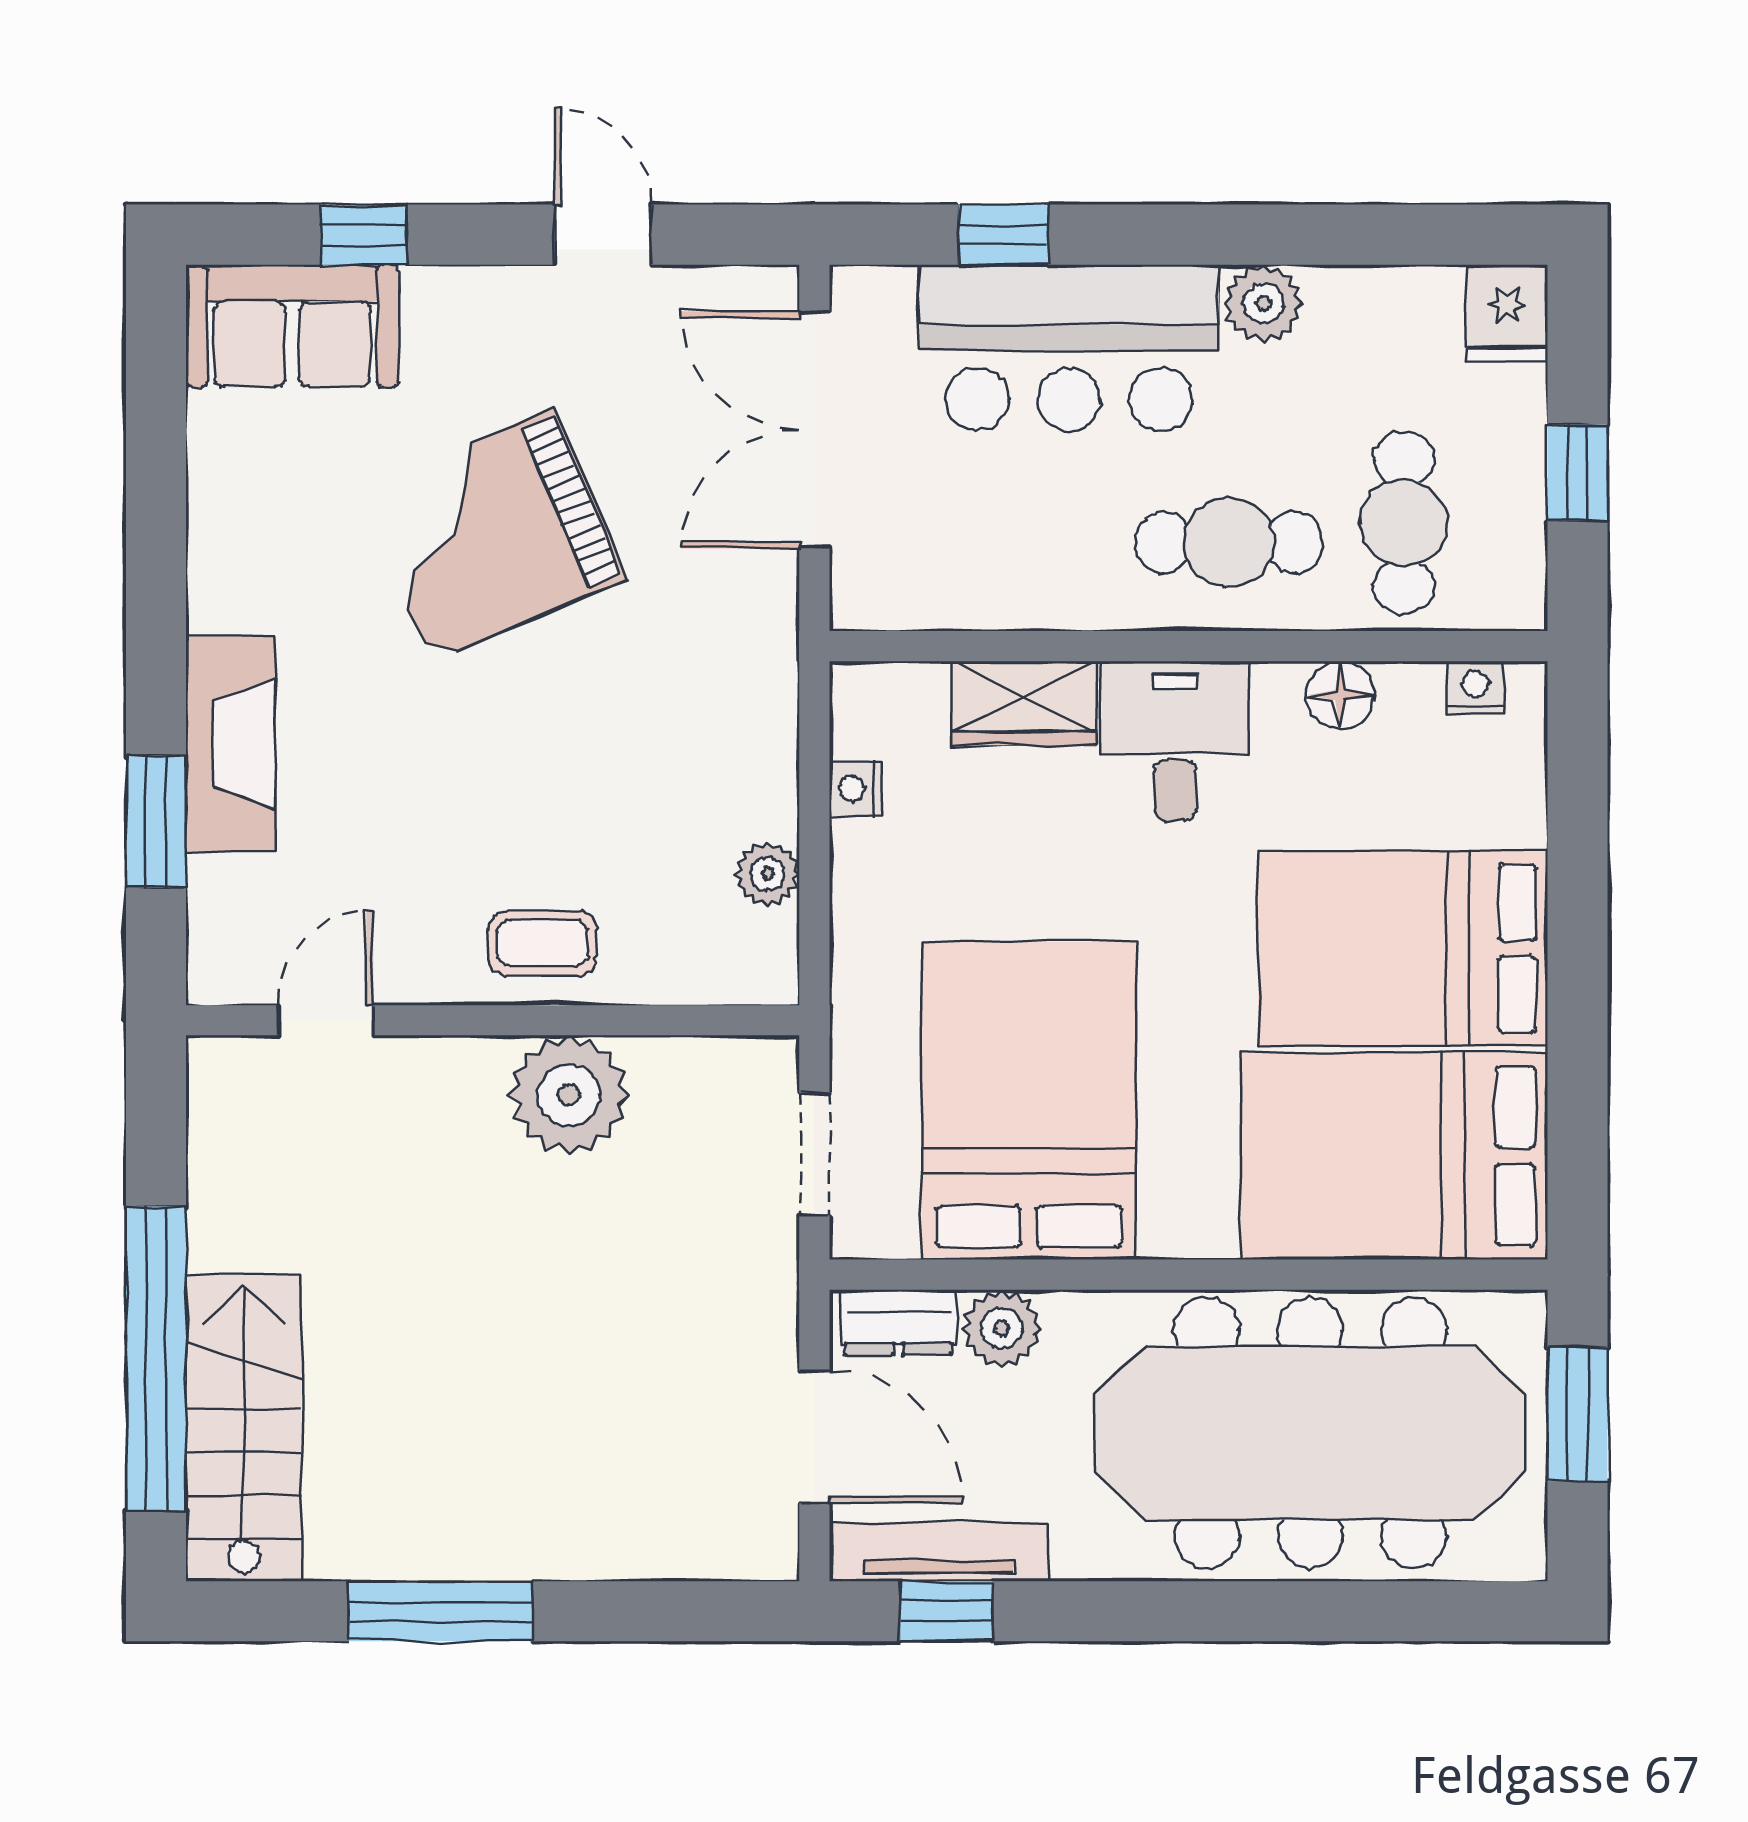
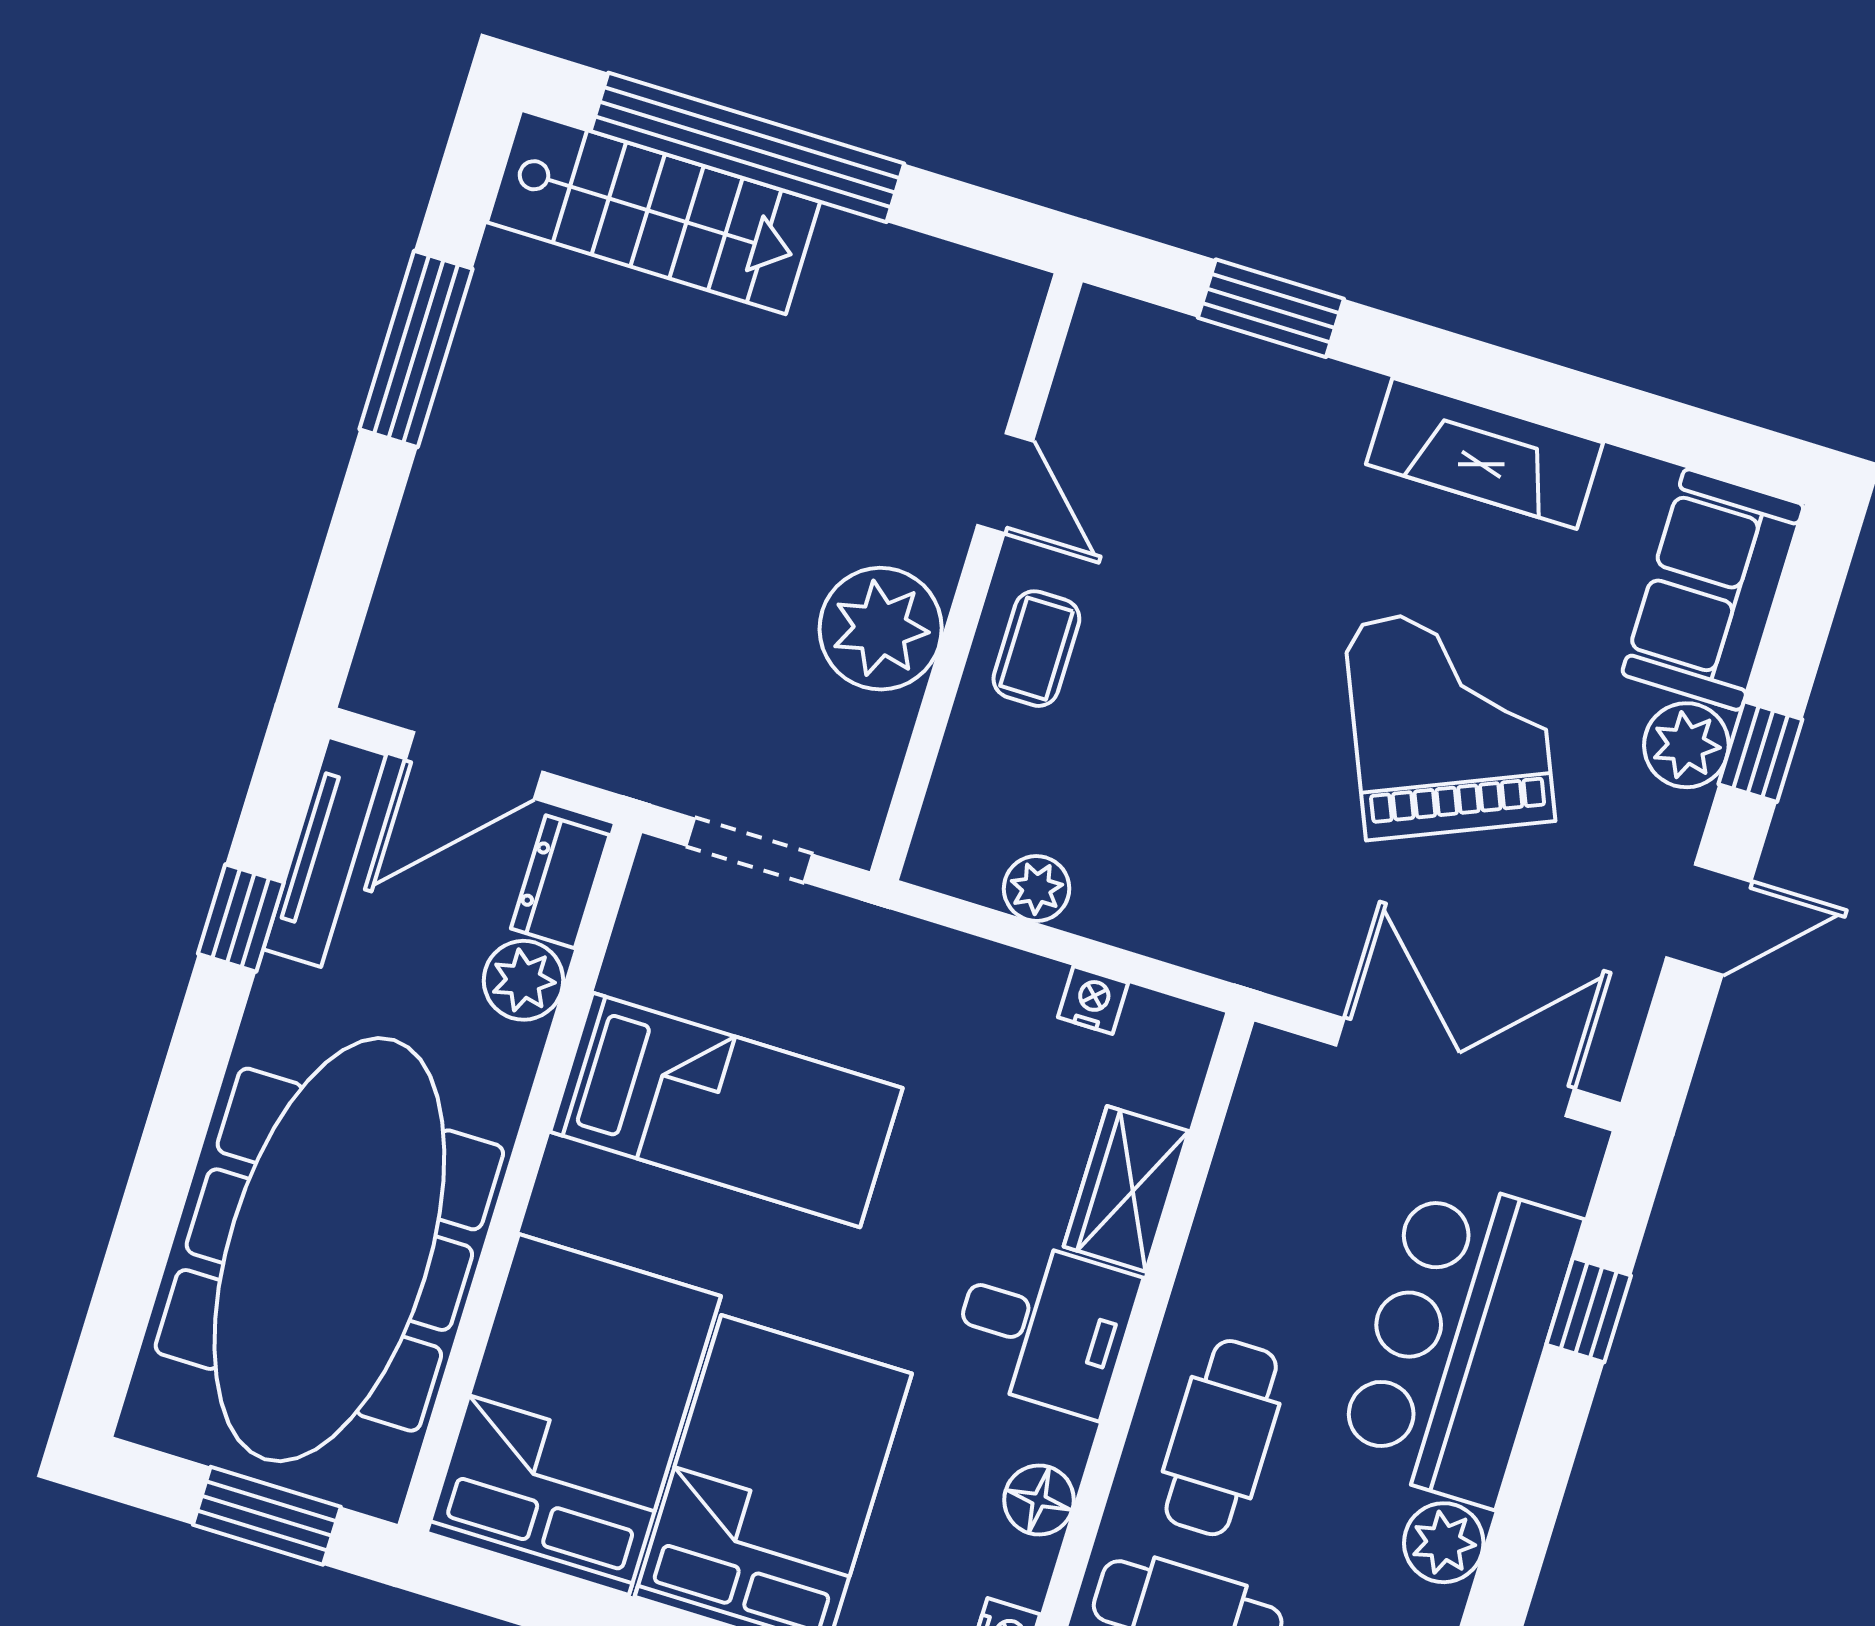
window: (364, 235) -> (1760, 752), moved
plant: (446, 306) -> (1686, 745), added
fireplace: (230, 744) -> (1485, 453), moved
door: (325, 1020) -> (1005, 483), moved
bed: (1029, 1101) -> (726, 1110), width x0.67
window: (946, 1611) -> (241, 918), moved

